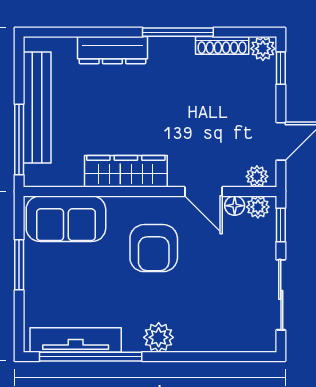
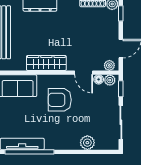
armchair: (154, 248) -> (60, 100), turned 90
plant: (159, 337) -> (87, 143), moved

